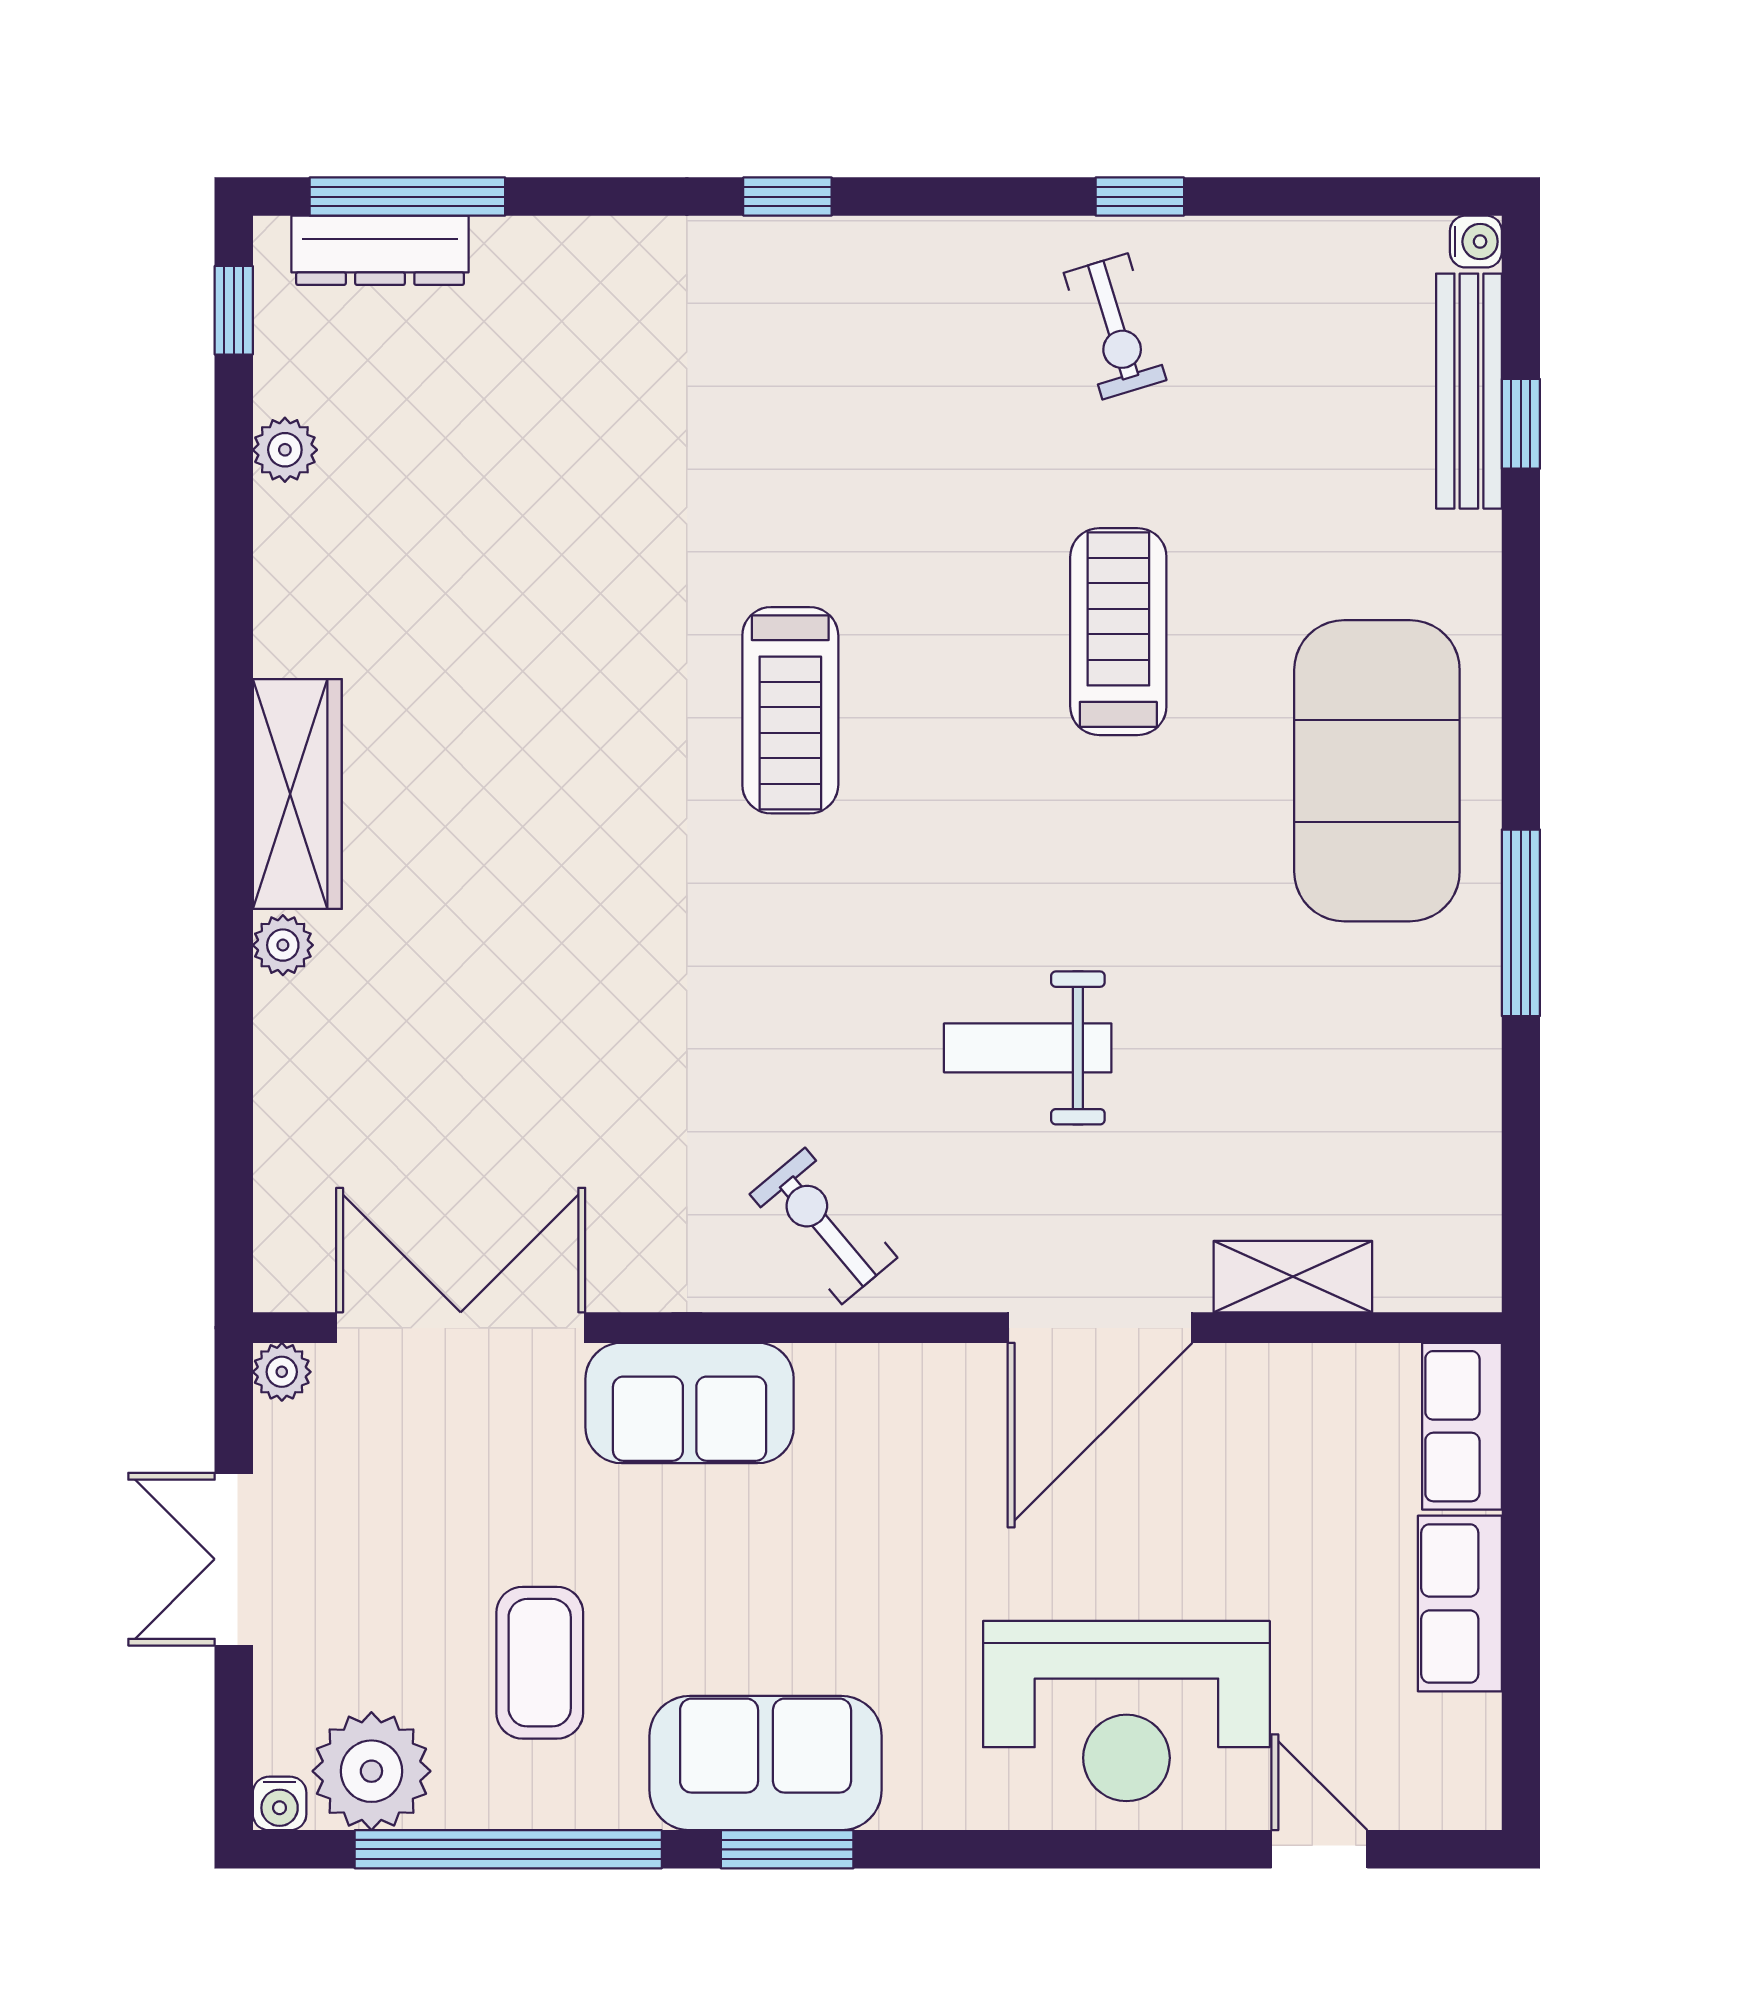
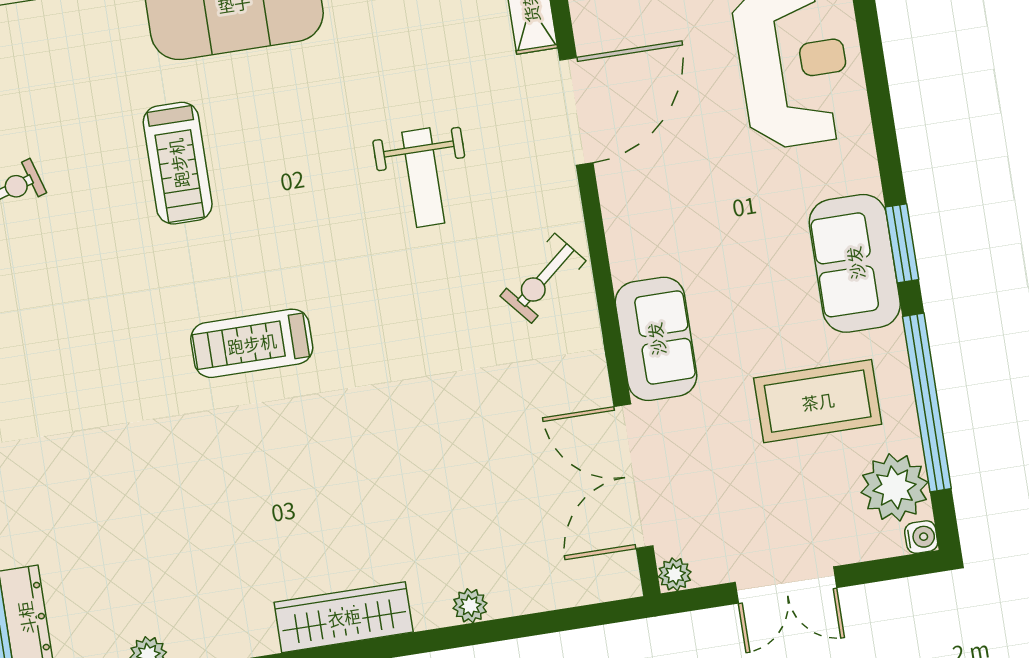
treadmill: (1118, 632) -> (178, 163), turned -90
treadmill: (790, 710) -> (252, 343), turned 180
plant: (283, 945) -> (470, 606), moved
door: (1100, 1328) -> (576, 111), hinge flipped
coffee table: (540, 1663) -> (818, 401), width x1.36, depth x1.32

